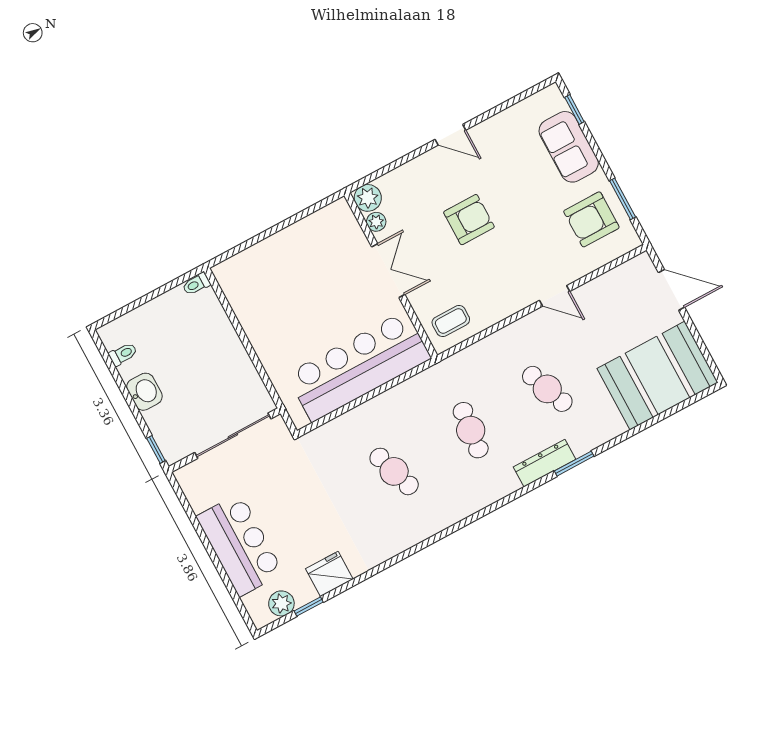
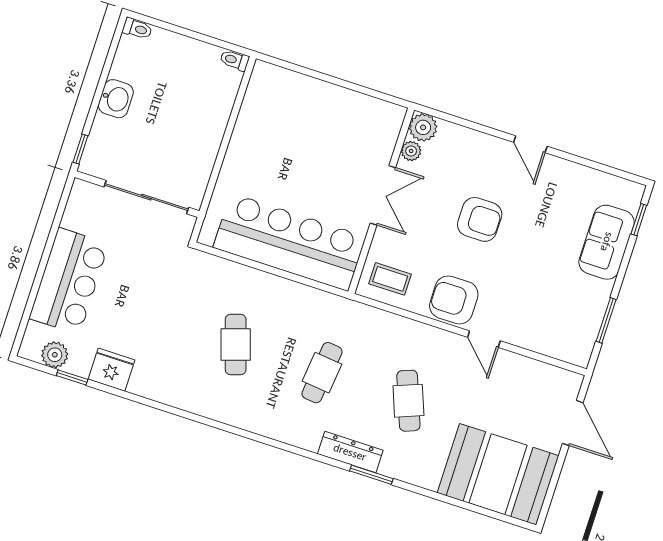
armchair: (591, 219) -> (454, 300), moved
toilet: (123, 354) -> (137, 29), moved

